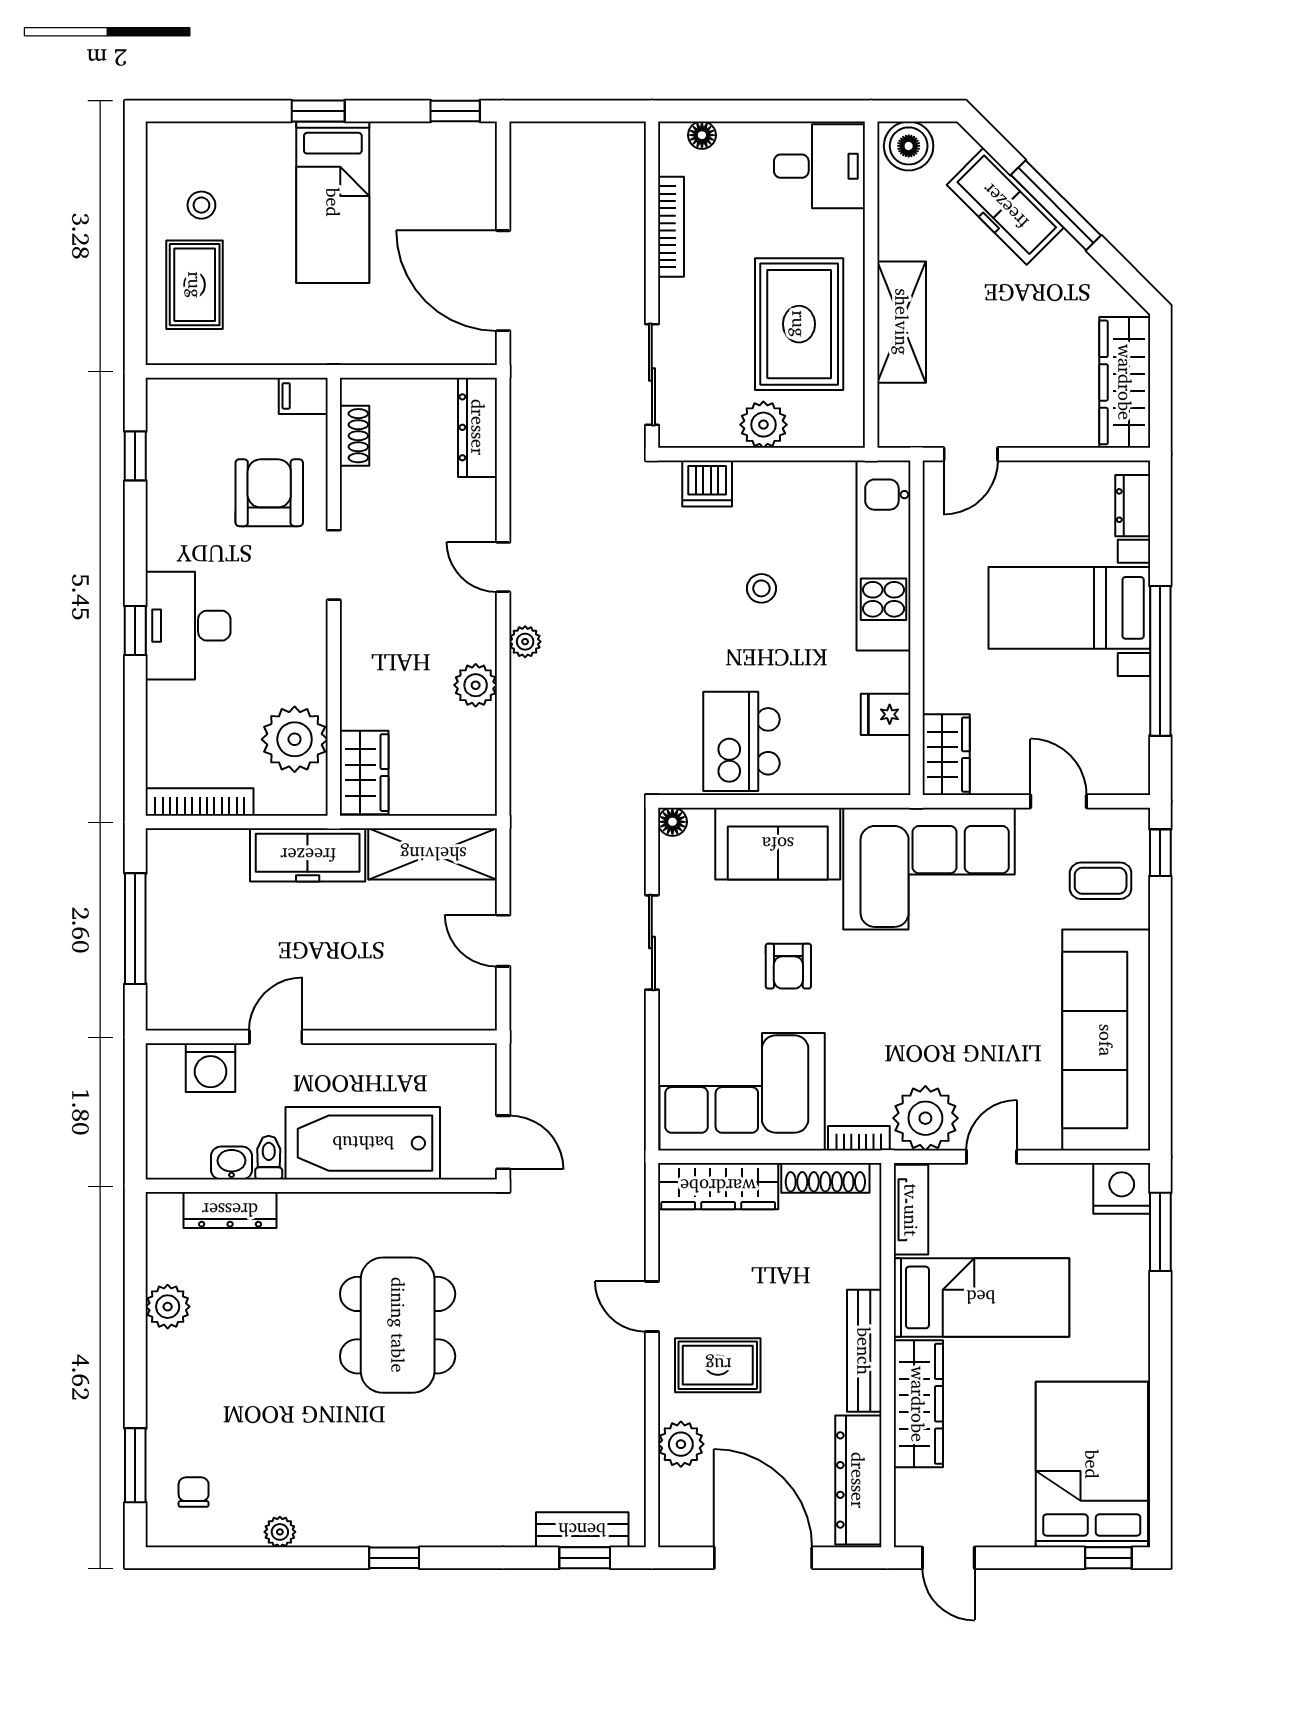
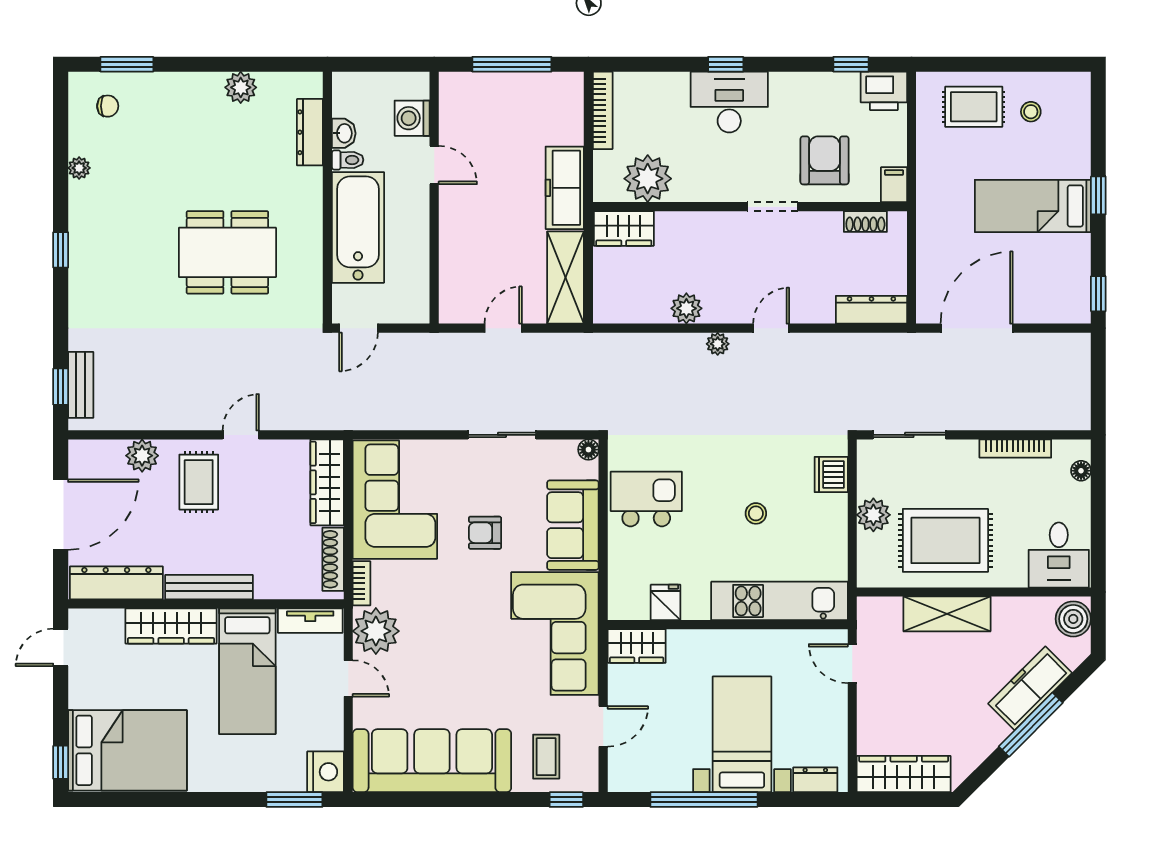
printer: (172, 410) -> (884, 91), added
armchair: (269, 493) -> (825, 160), turned -90

